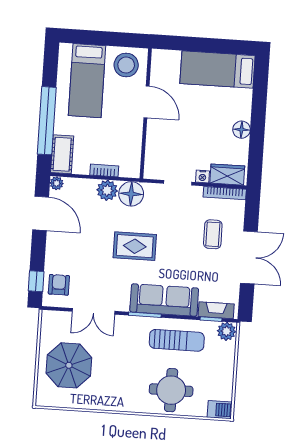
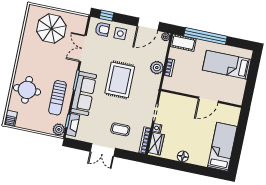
stool: (126, 65) -> (233, 90), removed
floor lamp: (131, 194) -> (153, 82), removed
rug: (135, 246) -> (120, 80), width x1.36, depth x1.43
side table: (62, 256) -> (120, 34), added
double door: (249, 257) -> (103, 150), width x0.73

